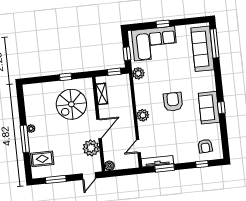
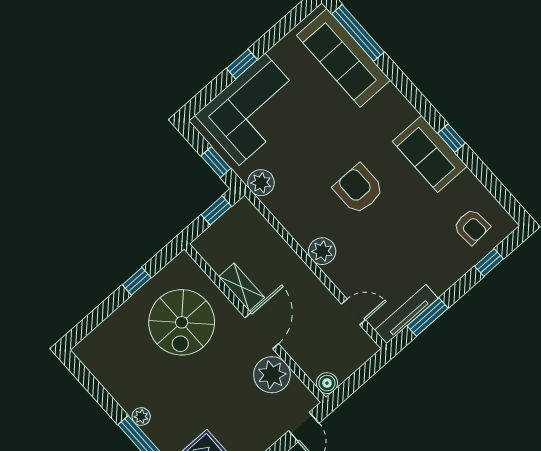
shelving: (102, 94) -> (242, 287), moved
door: (138, 146) -> (353, 312), swing flipped

